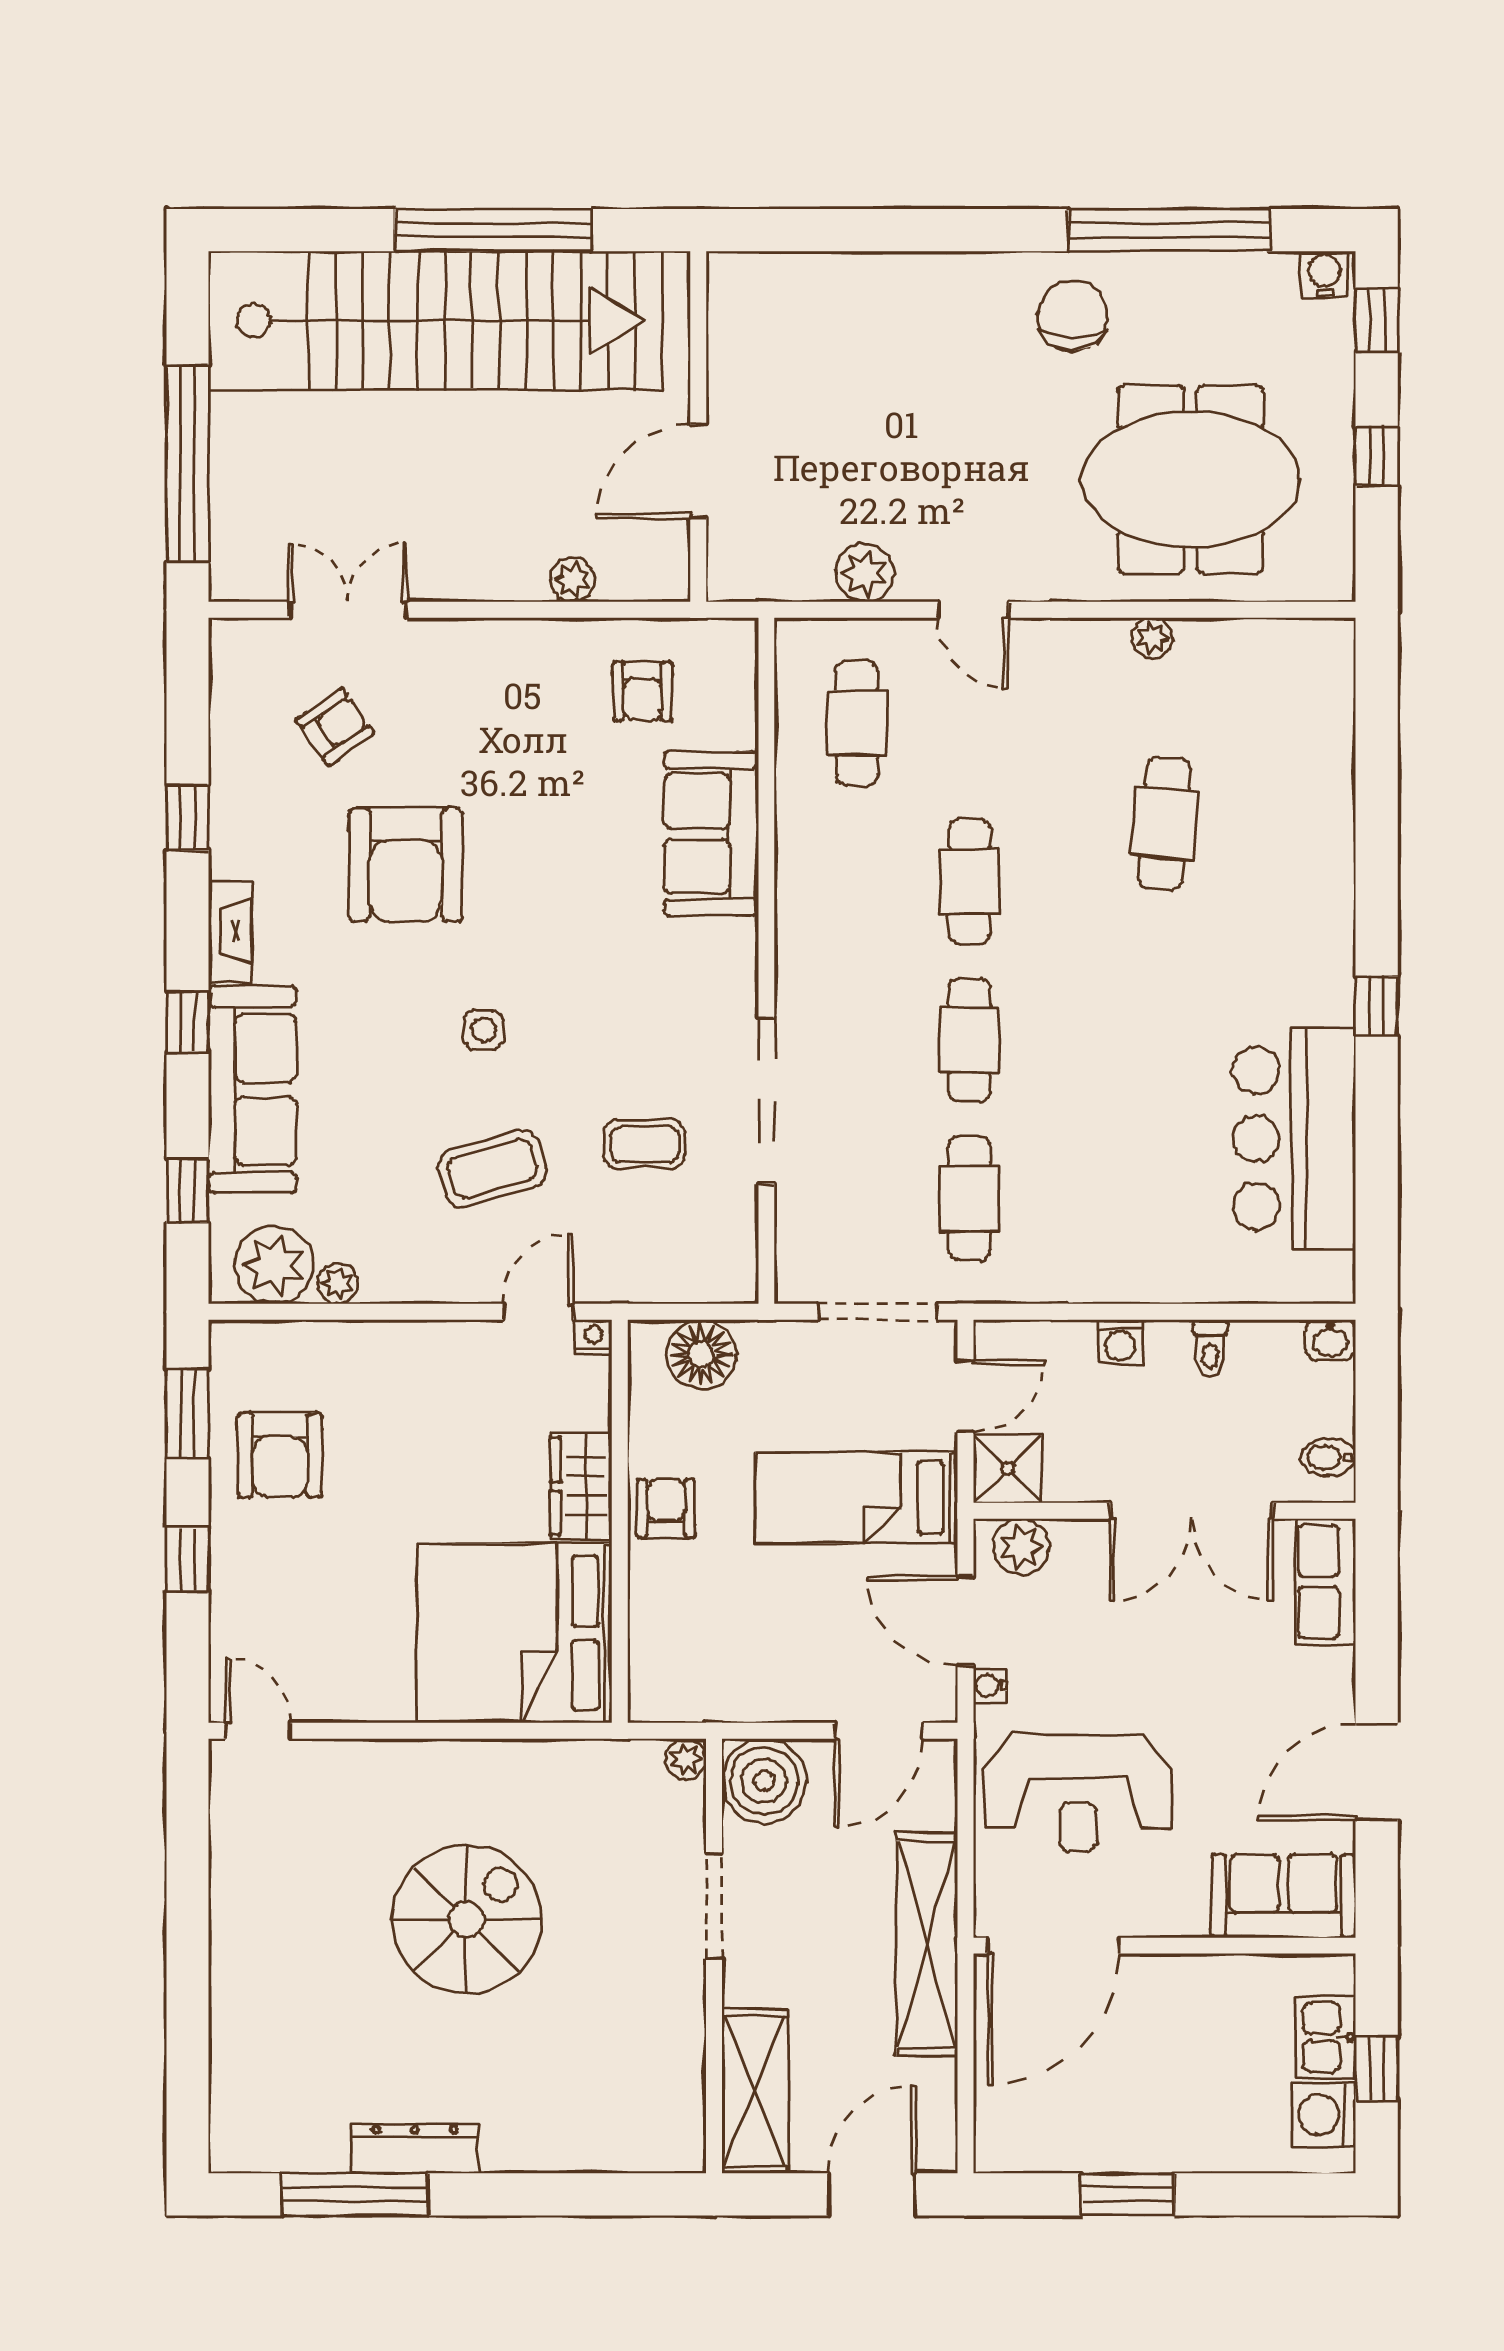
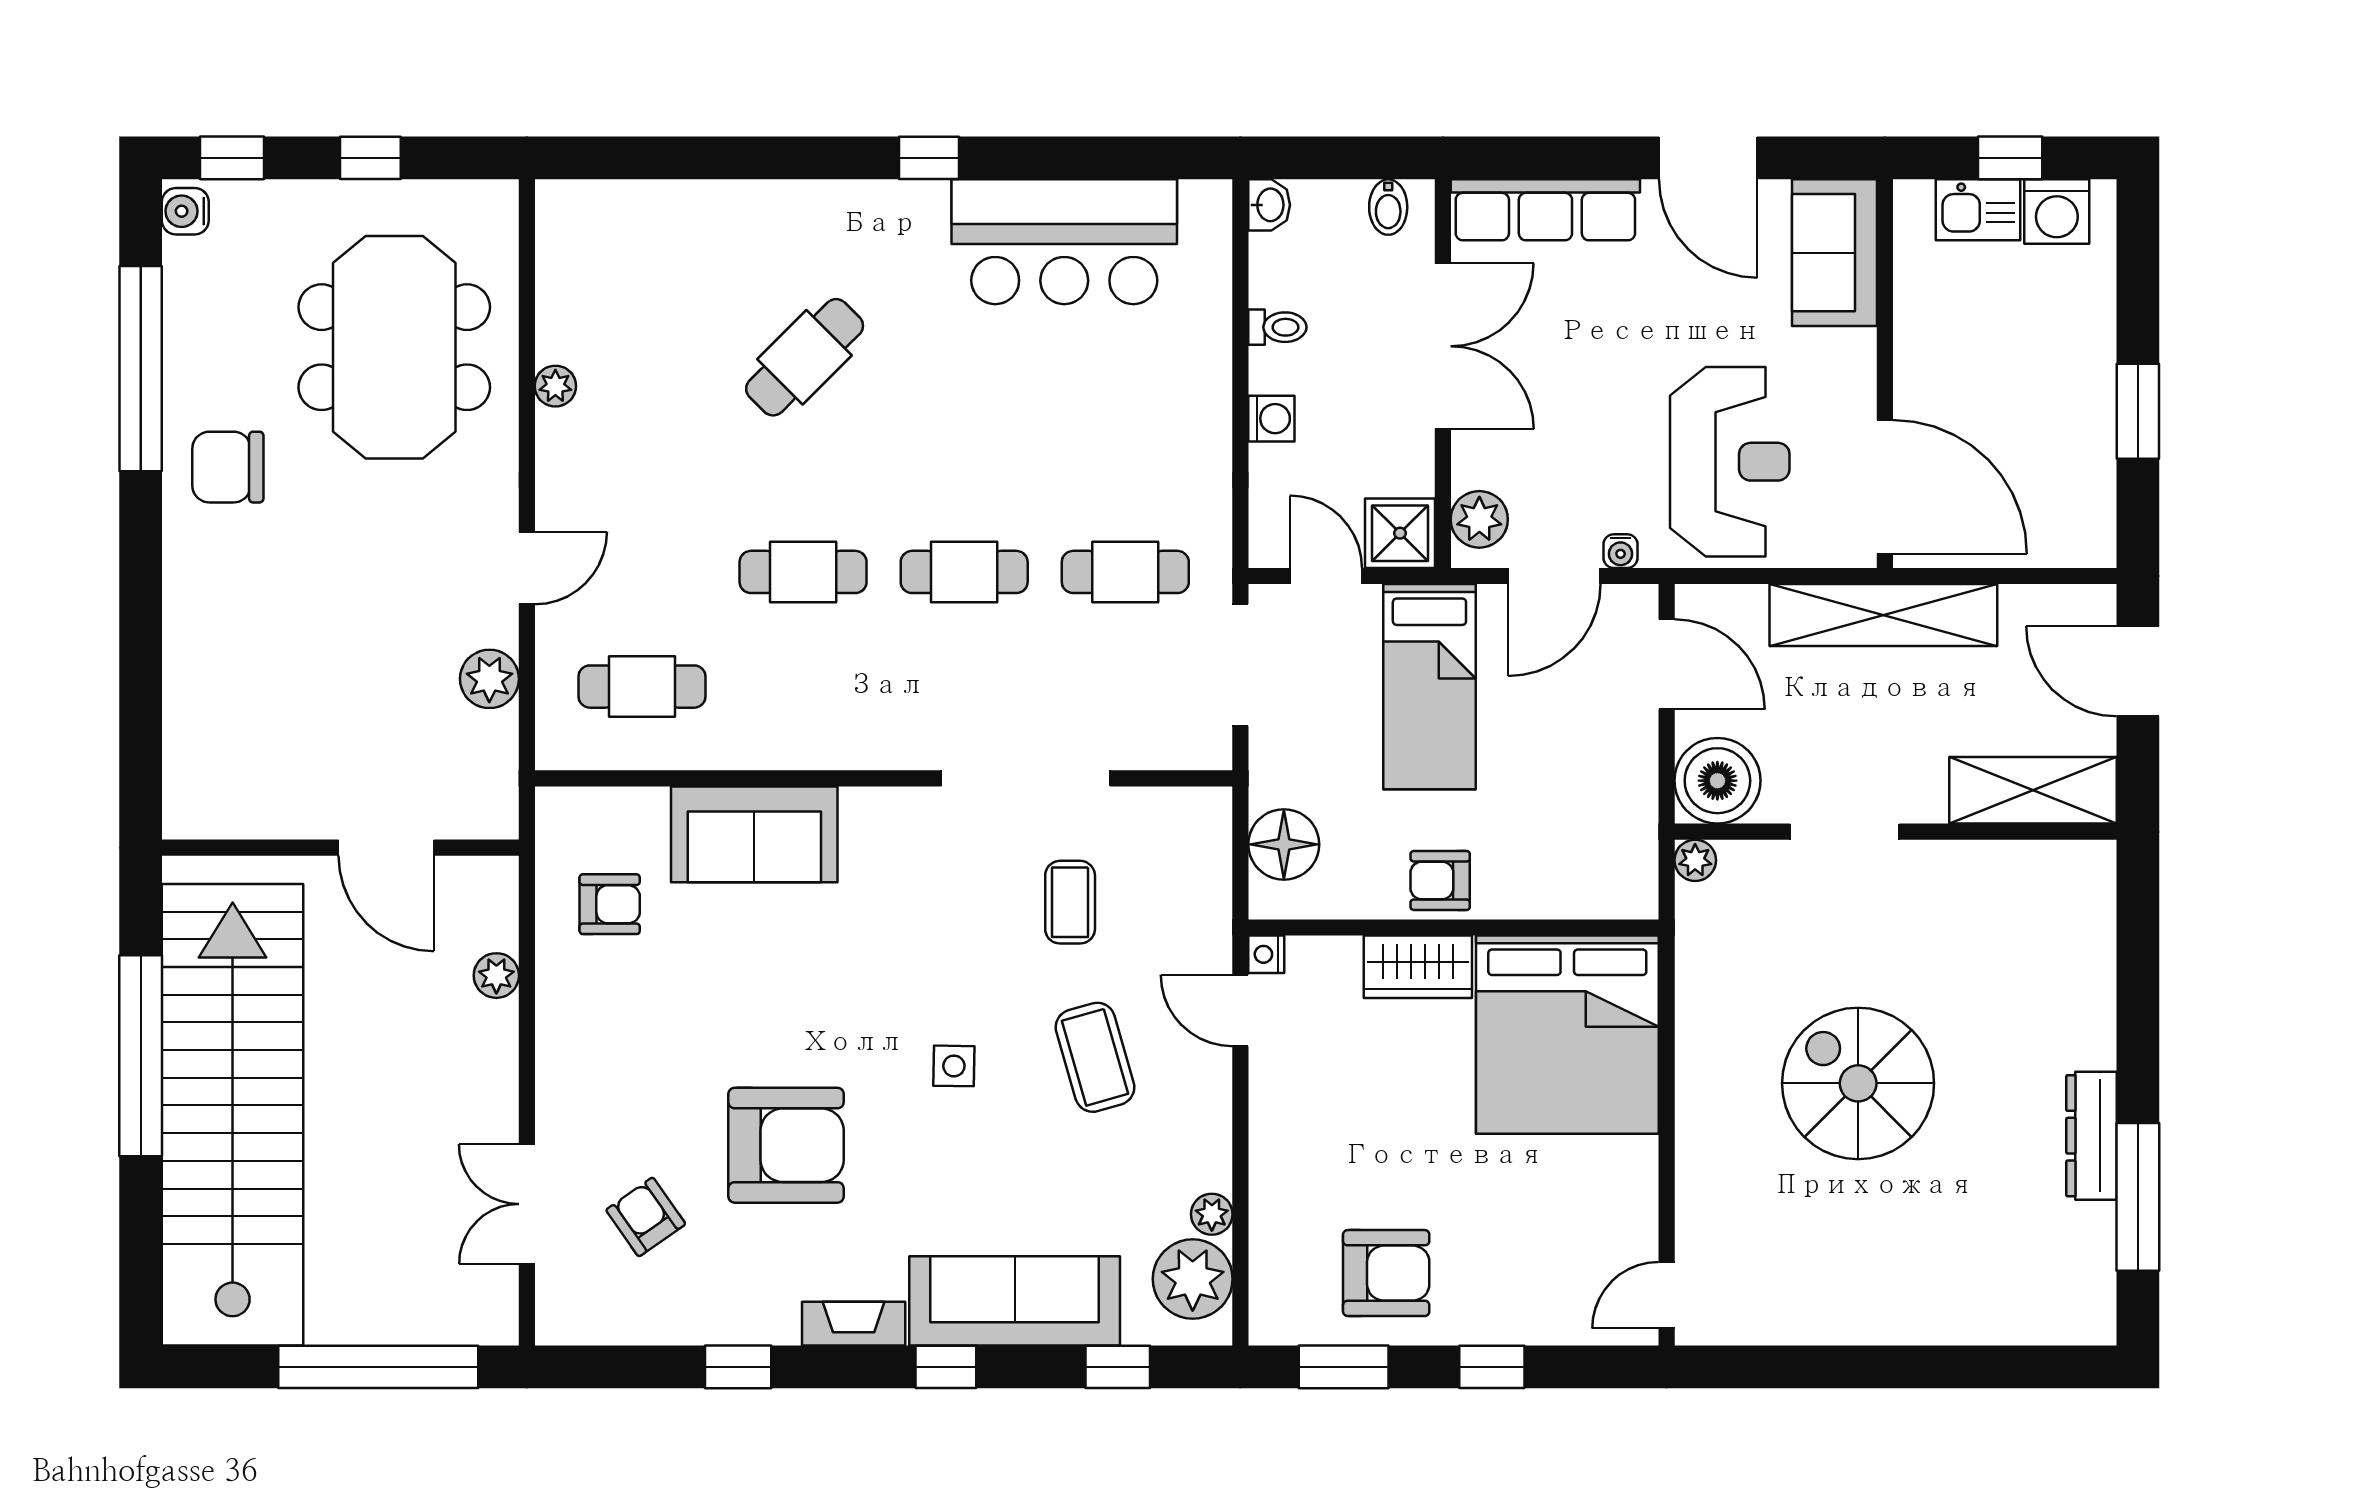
cafe table: (1164, 824) -> (805, 357), moved, turned -50
row of seats: (1326, 1582) -> (1545, 210), width x1.48

